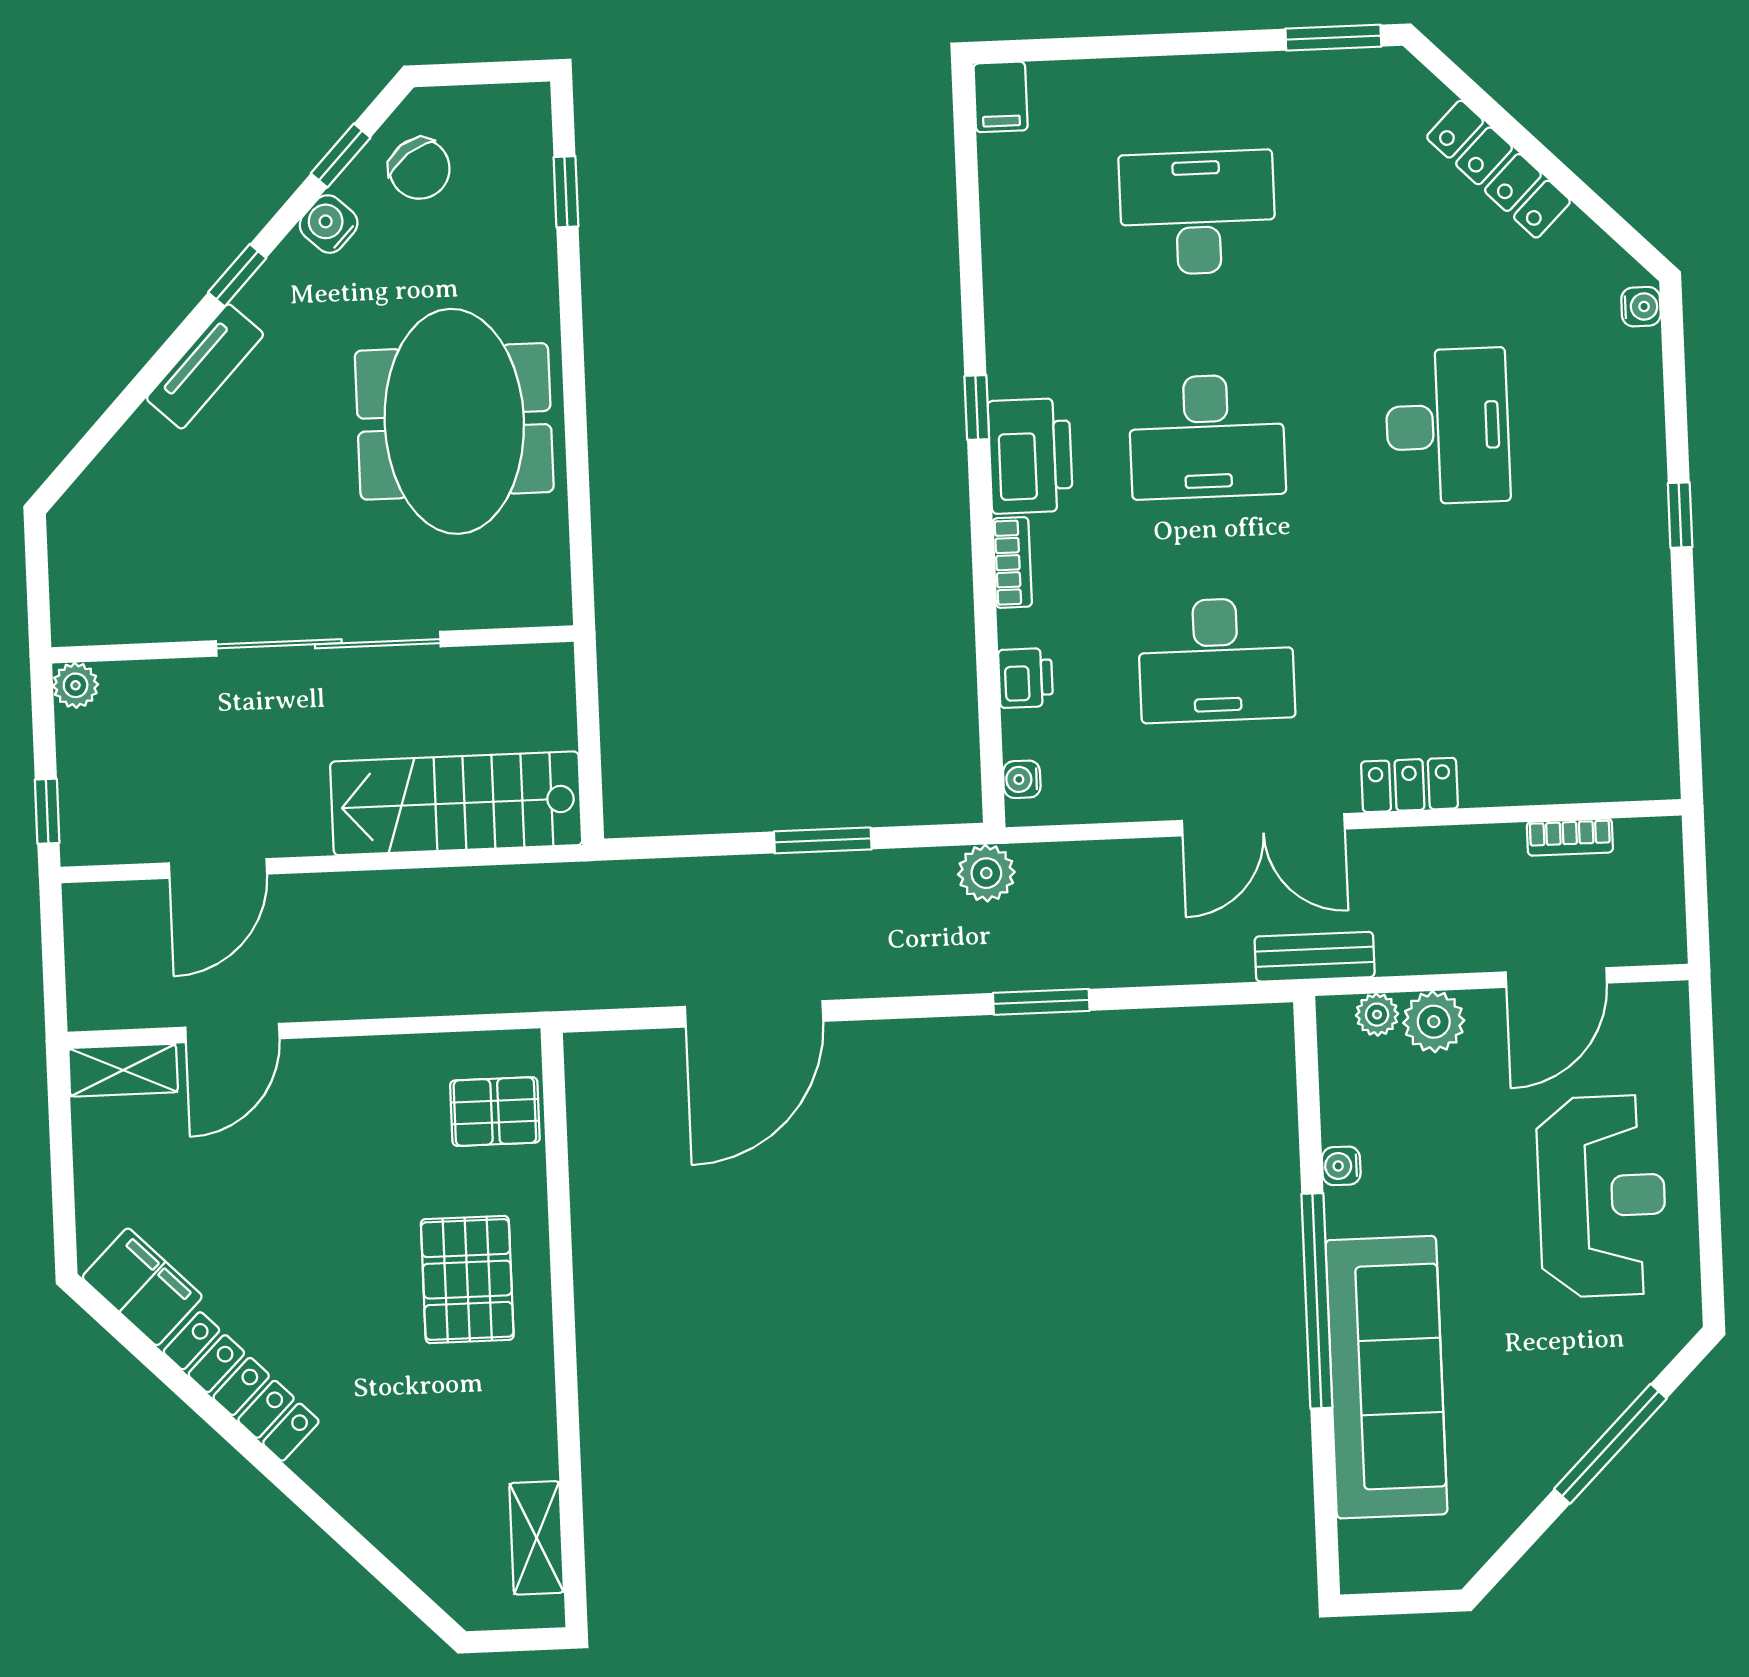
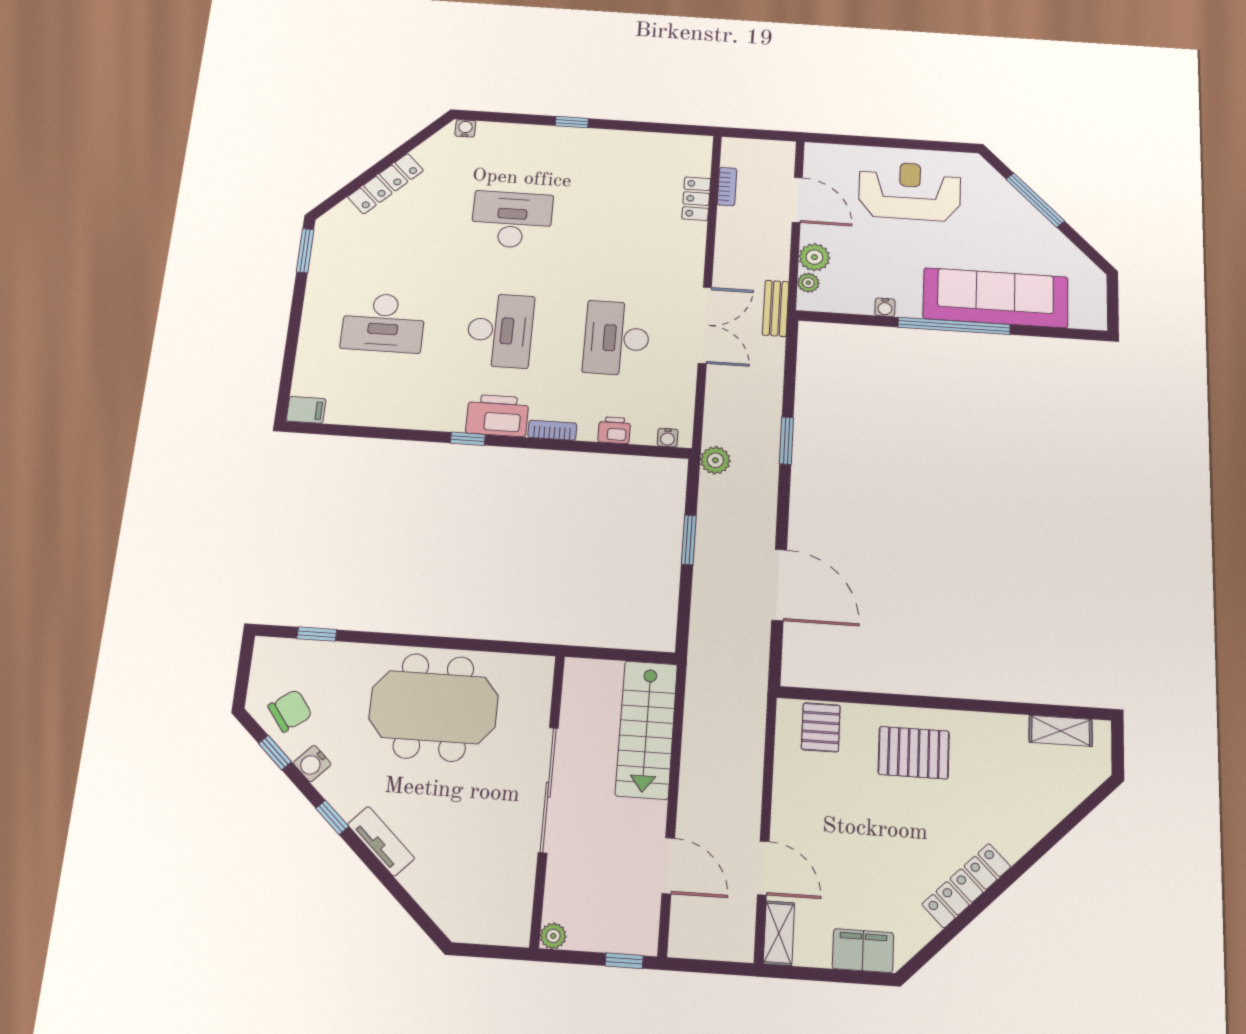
desk: (1197, 213) -> (383, 323), turned -90
desk: (1216, 660) -> (617, 338), turned 180
locker: (1409, 785) -> (696, 199), moved
filing cabinet: (142, 1287) -> (863, 951), moved, turned 45

